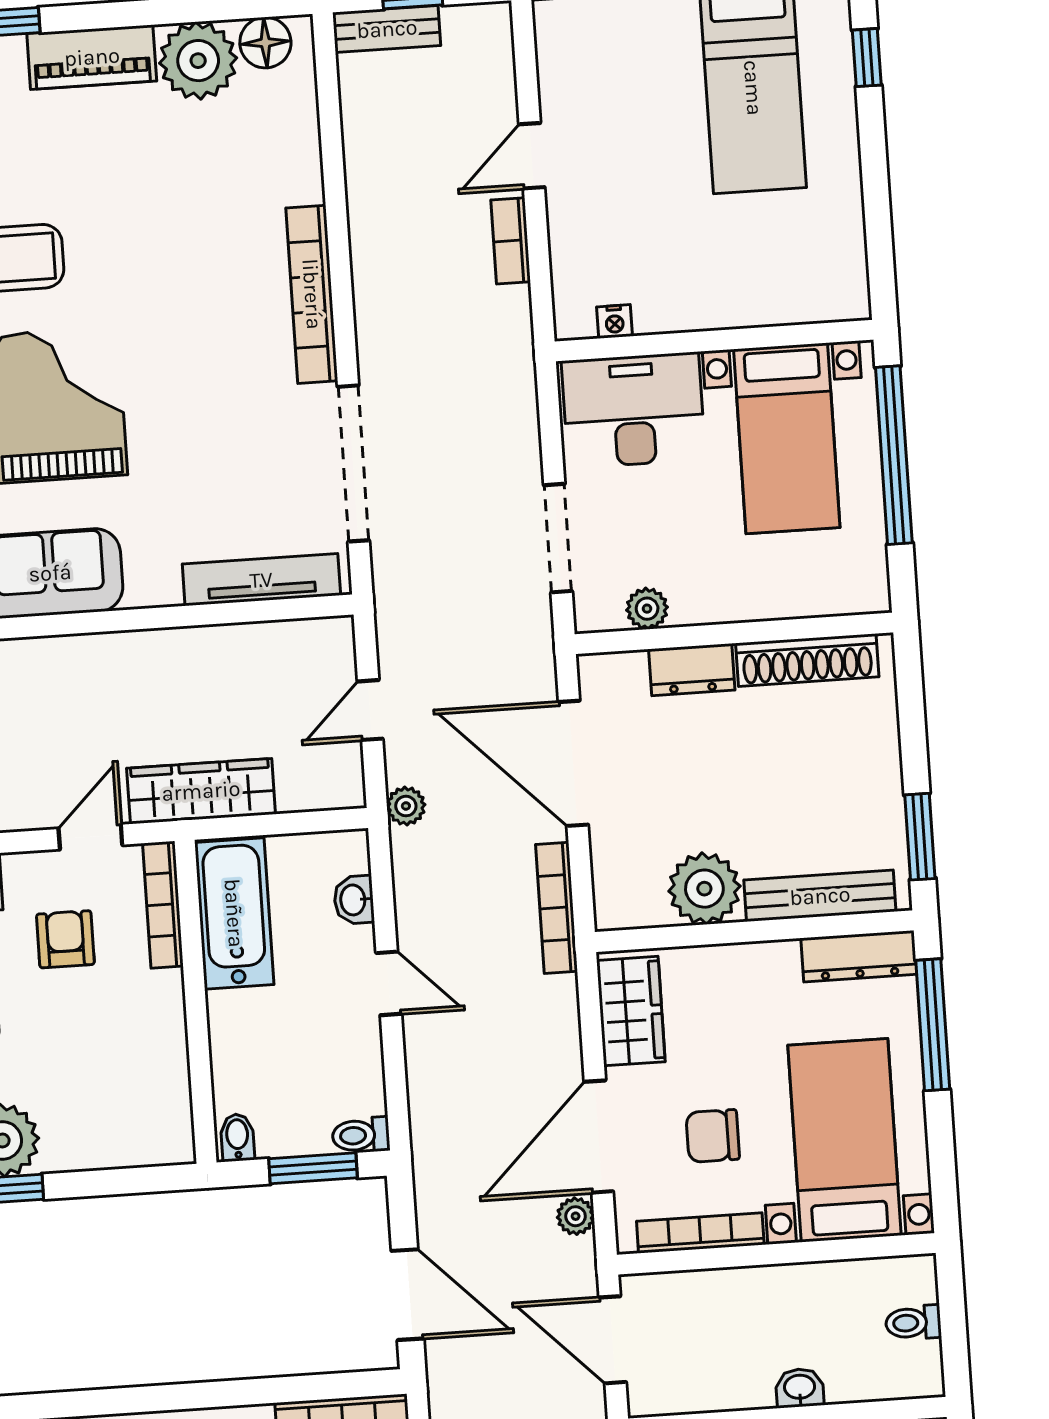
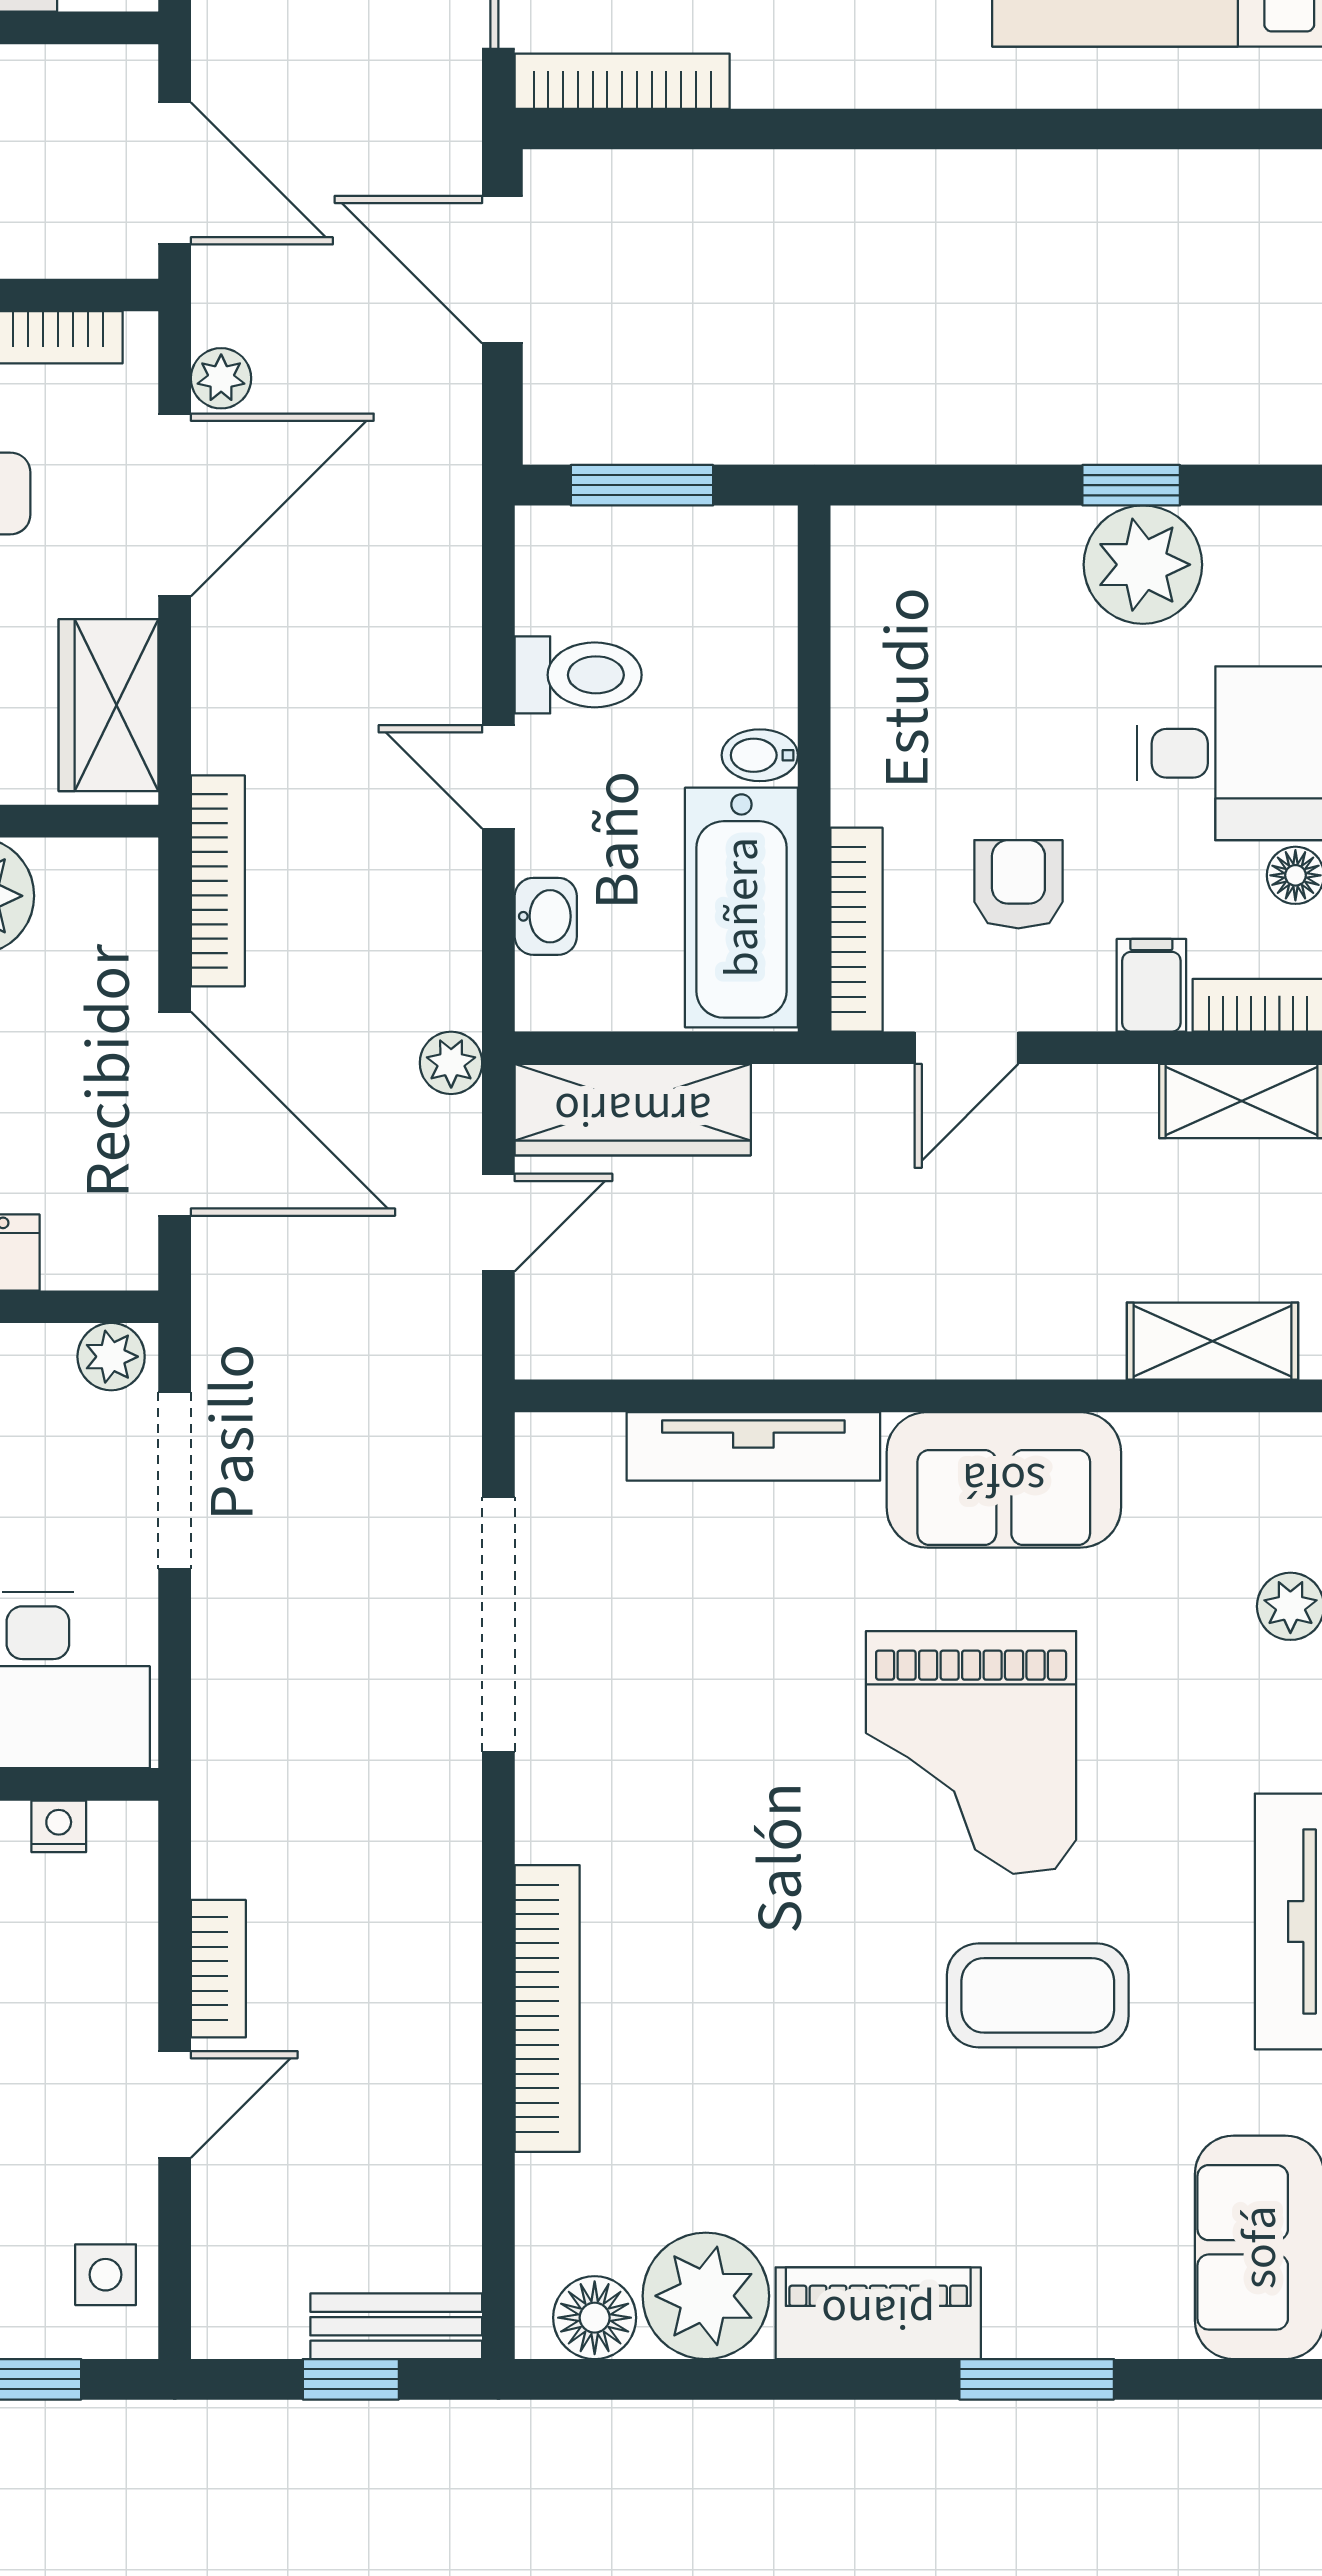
side table: (567, 48) -> (106, 2275), added
bookcase: (312, 294) -> (547, 2008), moved
tv unit: (261, 580) -> (753, 1446), moved
plant: (647, 609) -> (111, 1357), moved
wardrobe: (201, 791) -> (633, 1110), moved
armchair: (65, 939) -> (1018, 884), turned 180
toilet: (361, 1135) -> (578, 675), moved, width x1.37, depth x1.39
bidet: (237, 1137) -> (760, 755), moved, turned 90

